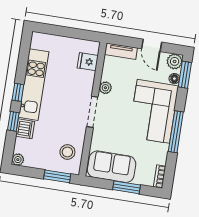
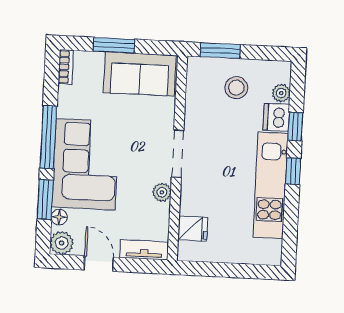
window: (185, 75) -> (45, 199), moved
stool: (67, 152) -> (236, 88), moved
plant: (18, 160) -> (281, 93), moved

